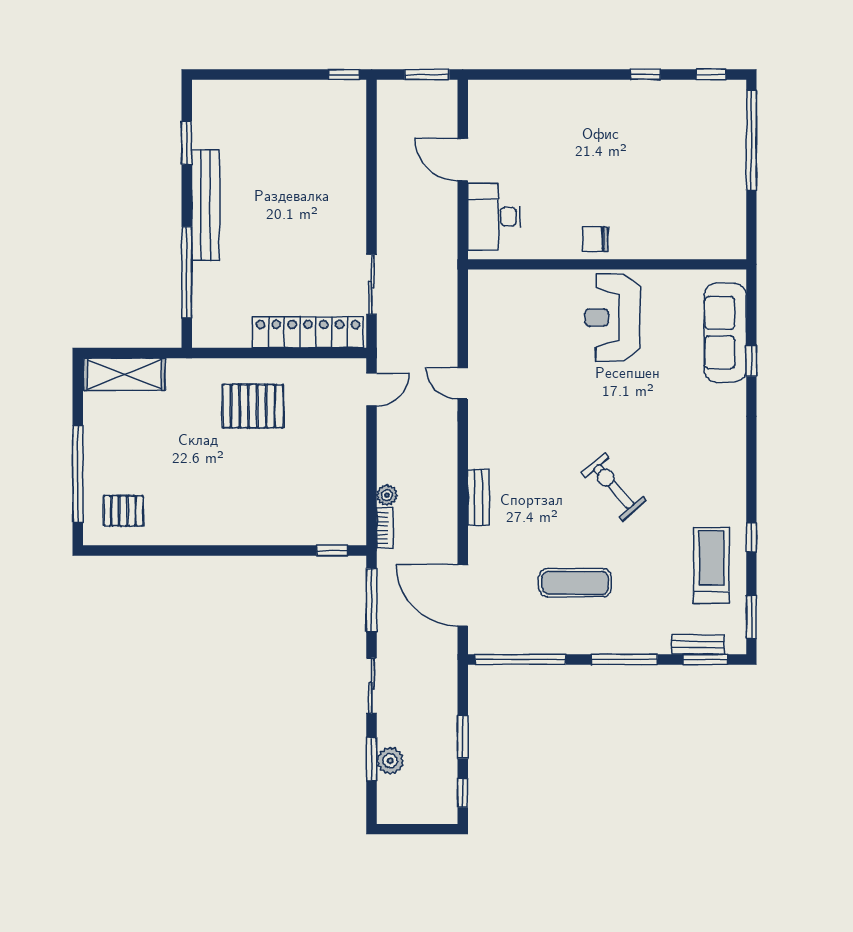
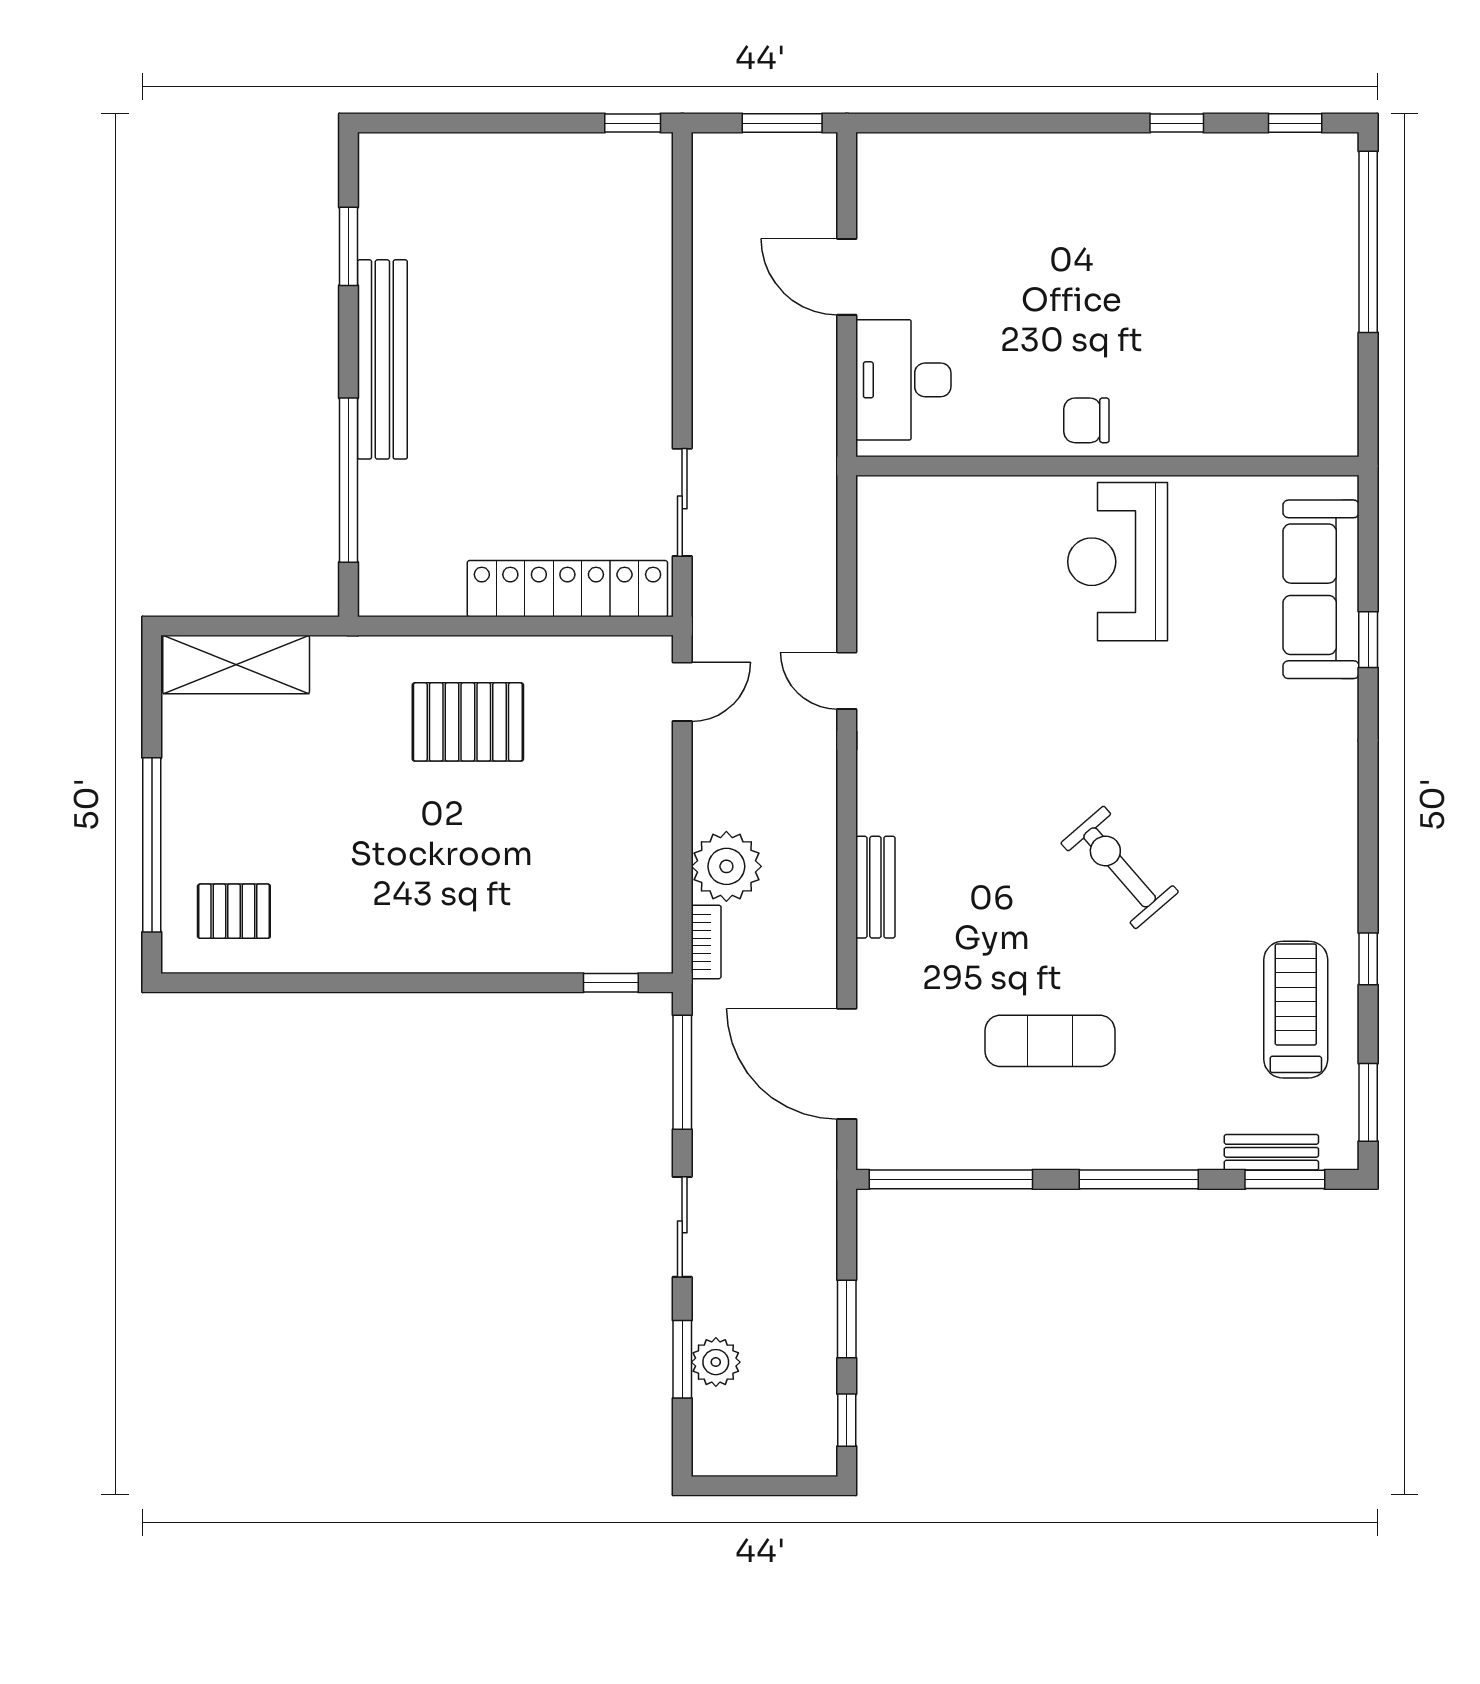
plant: (387, 495) -> (726, 866), width x1.87, depth x1.87

